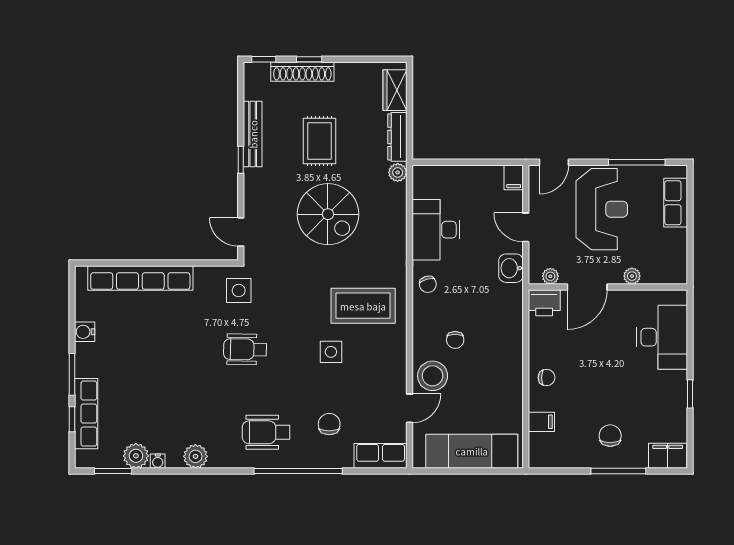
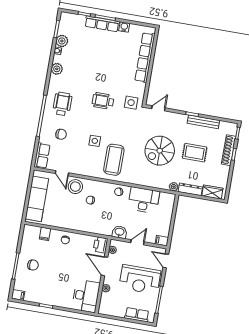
desk: (662, 337) -> (86, 296), moved, turned -90
wheelchair: (245, 349) -> (103, 101), turned -91
row of seats: (86, 414) -> (102, 24), moved
filing cabinet: (668, 456) -> (18, 295), width x0.50

